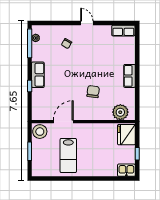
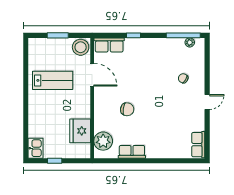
row of seats: (38, 75) -> (109, 45), moved
row of seats: (130, 76) -> (132, 152), moved
fridge: (126, 135) -> (80, 131), moved, turned -90
lab bench: (68, 156) -> (53, 80), turned 180

